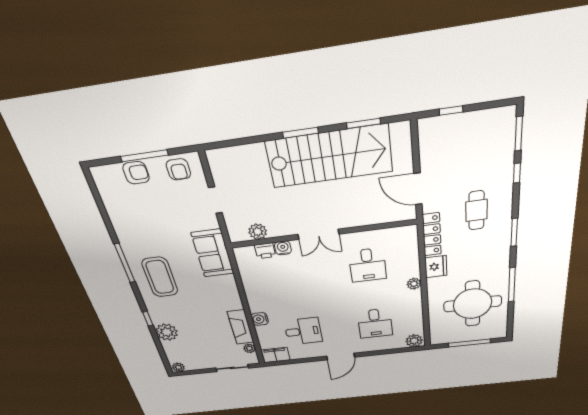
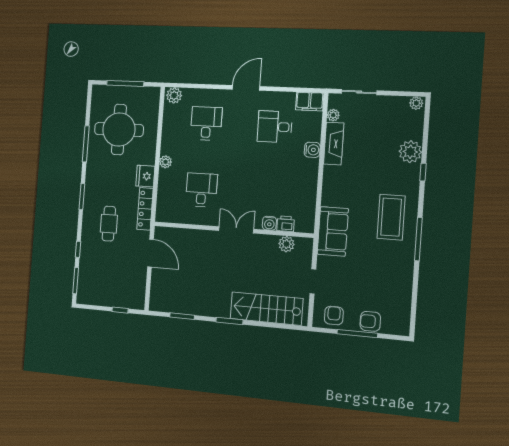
stairs: (329, 156) -> (266, 309), moved, width x0.73, depth x0.66

